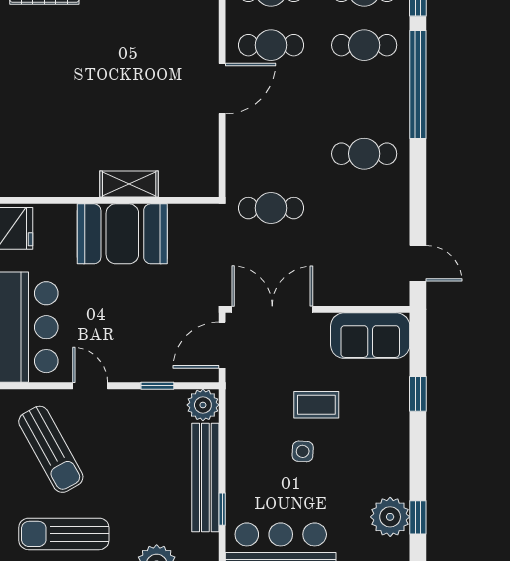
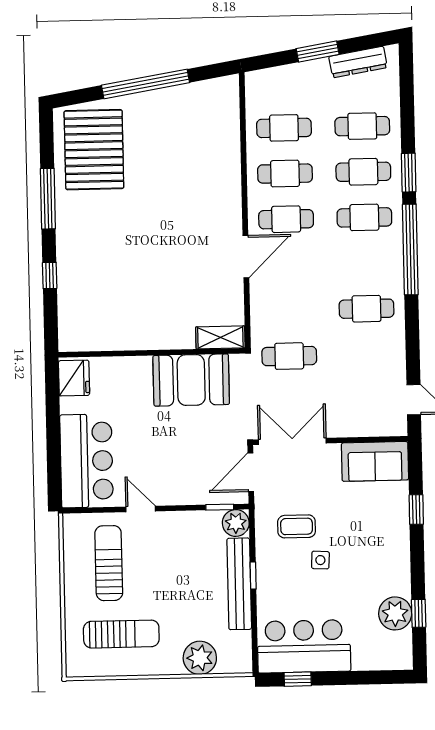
shelving: (129, 184) -> (220, 337), moved
booth: (122, 234) -> (191, 380), moved
window: (157, 386) -> (220, 507), moved
coffee table: (316, 405) -> (297, 526), moved
sun lounger: (51, 449) -> (109, 563), turned -151
window: (222, 509) -> (253, 575), moved
sun lounger: (64, 534) -> (121, 634), turned 180

